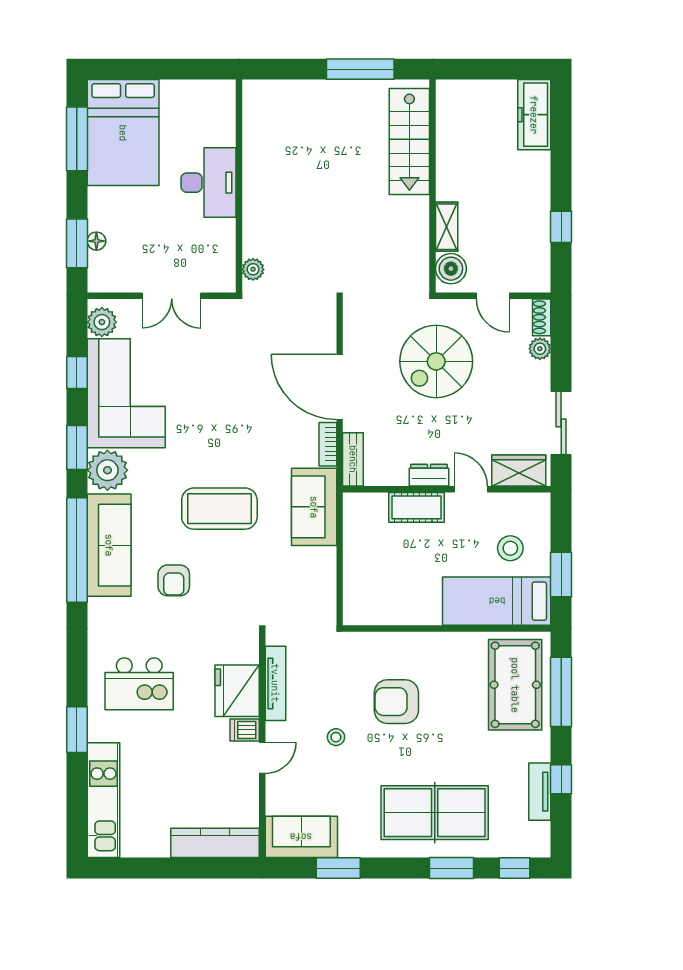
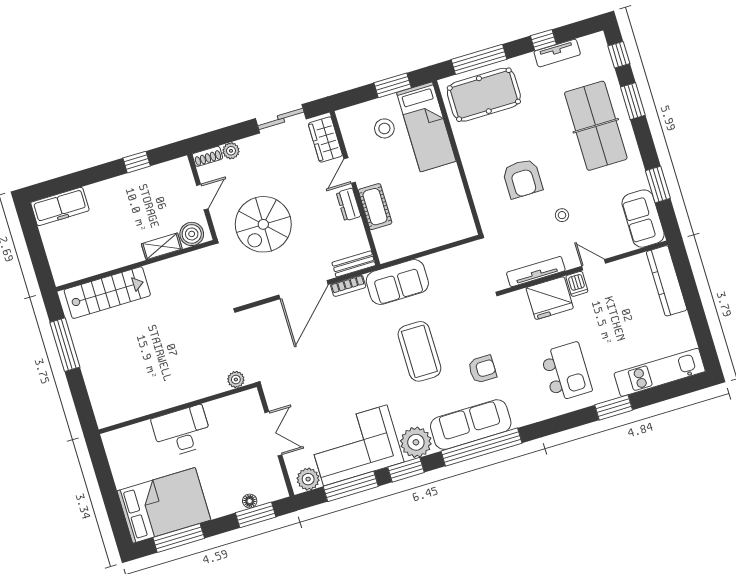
spiral stairs: (436, 361) -> (263, 224), turned 90
window: (77, 373) -> (351, 486), width x2.17

